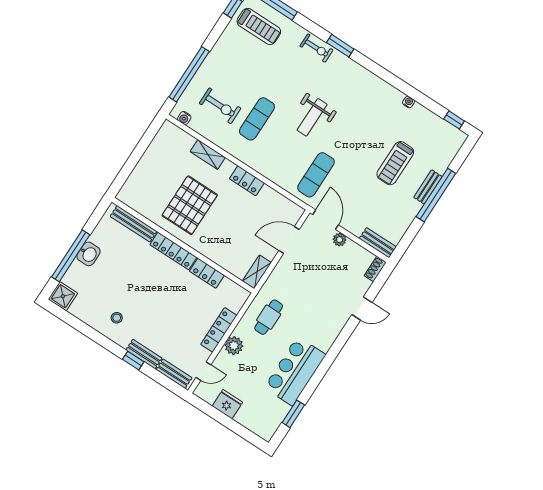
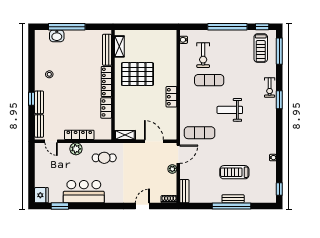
window: (189, 74) -> (227, 27), moved
shelving: (208, 154) -> (119, 46), moved
washbasin: (89, 254) -> (57, 36), moved
shower: (63, 296) -> (42, 37), removed
door: (362, 308) -> (142, 206), swing flipped
fridge: (227, 404) -> (41, 195), moved

